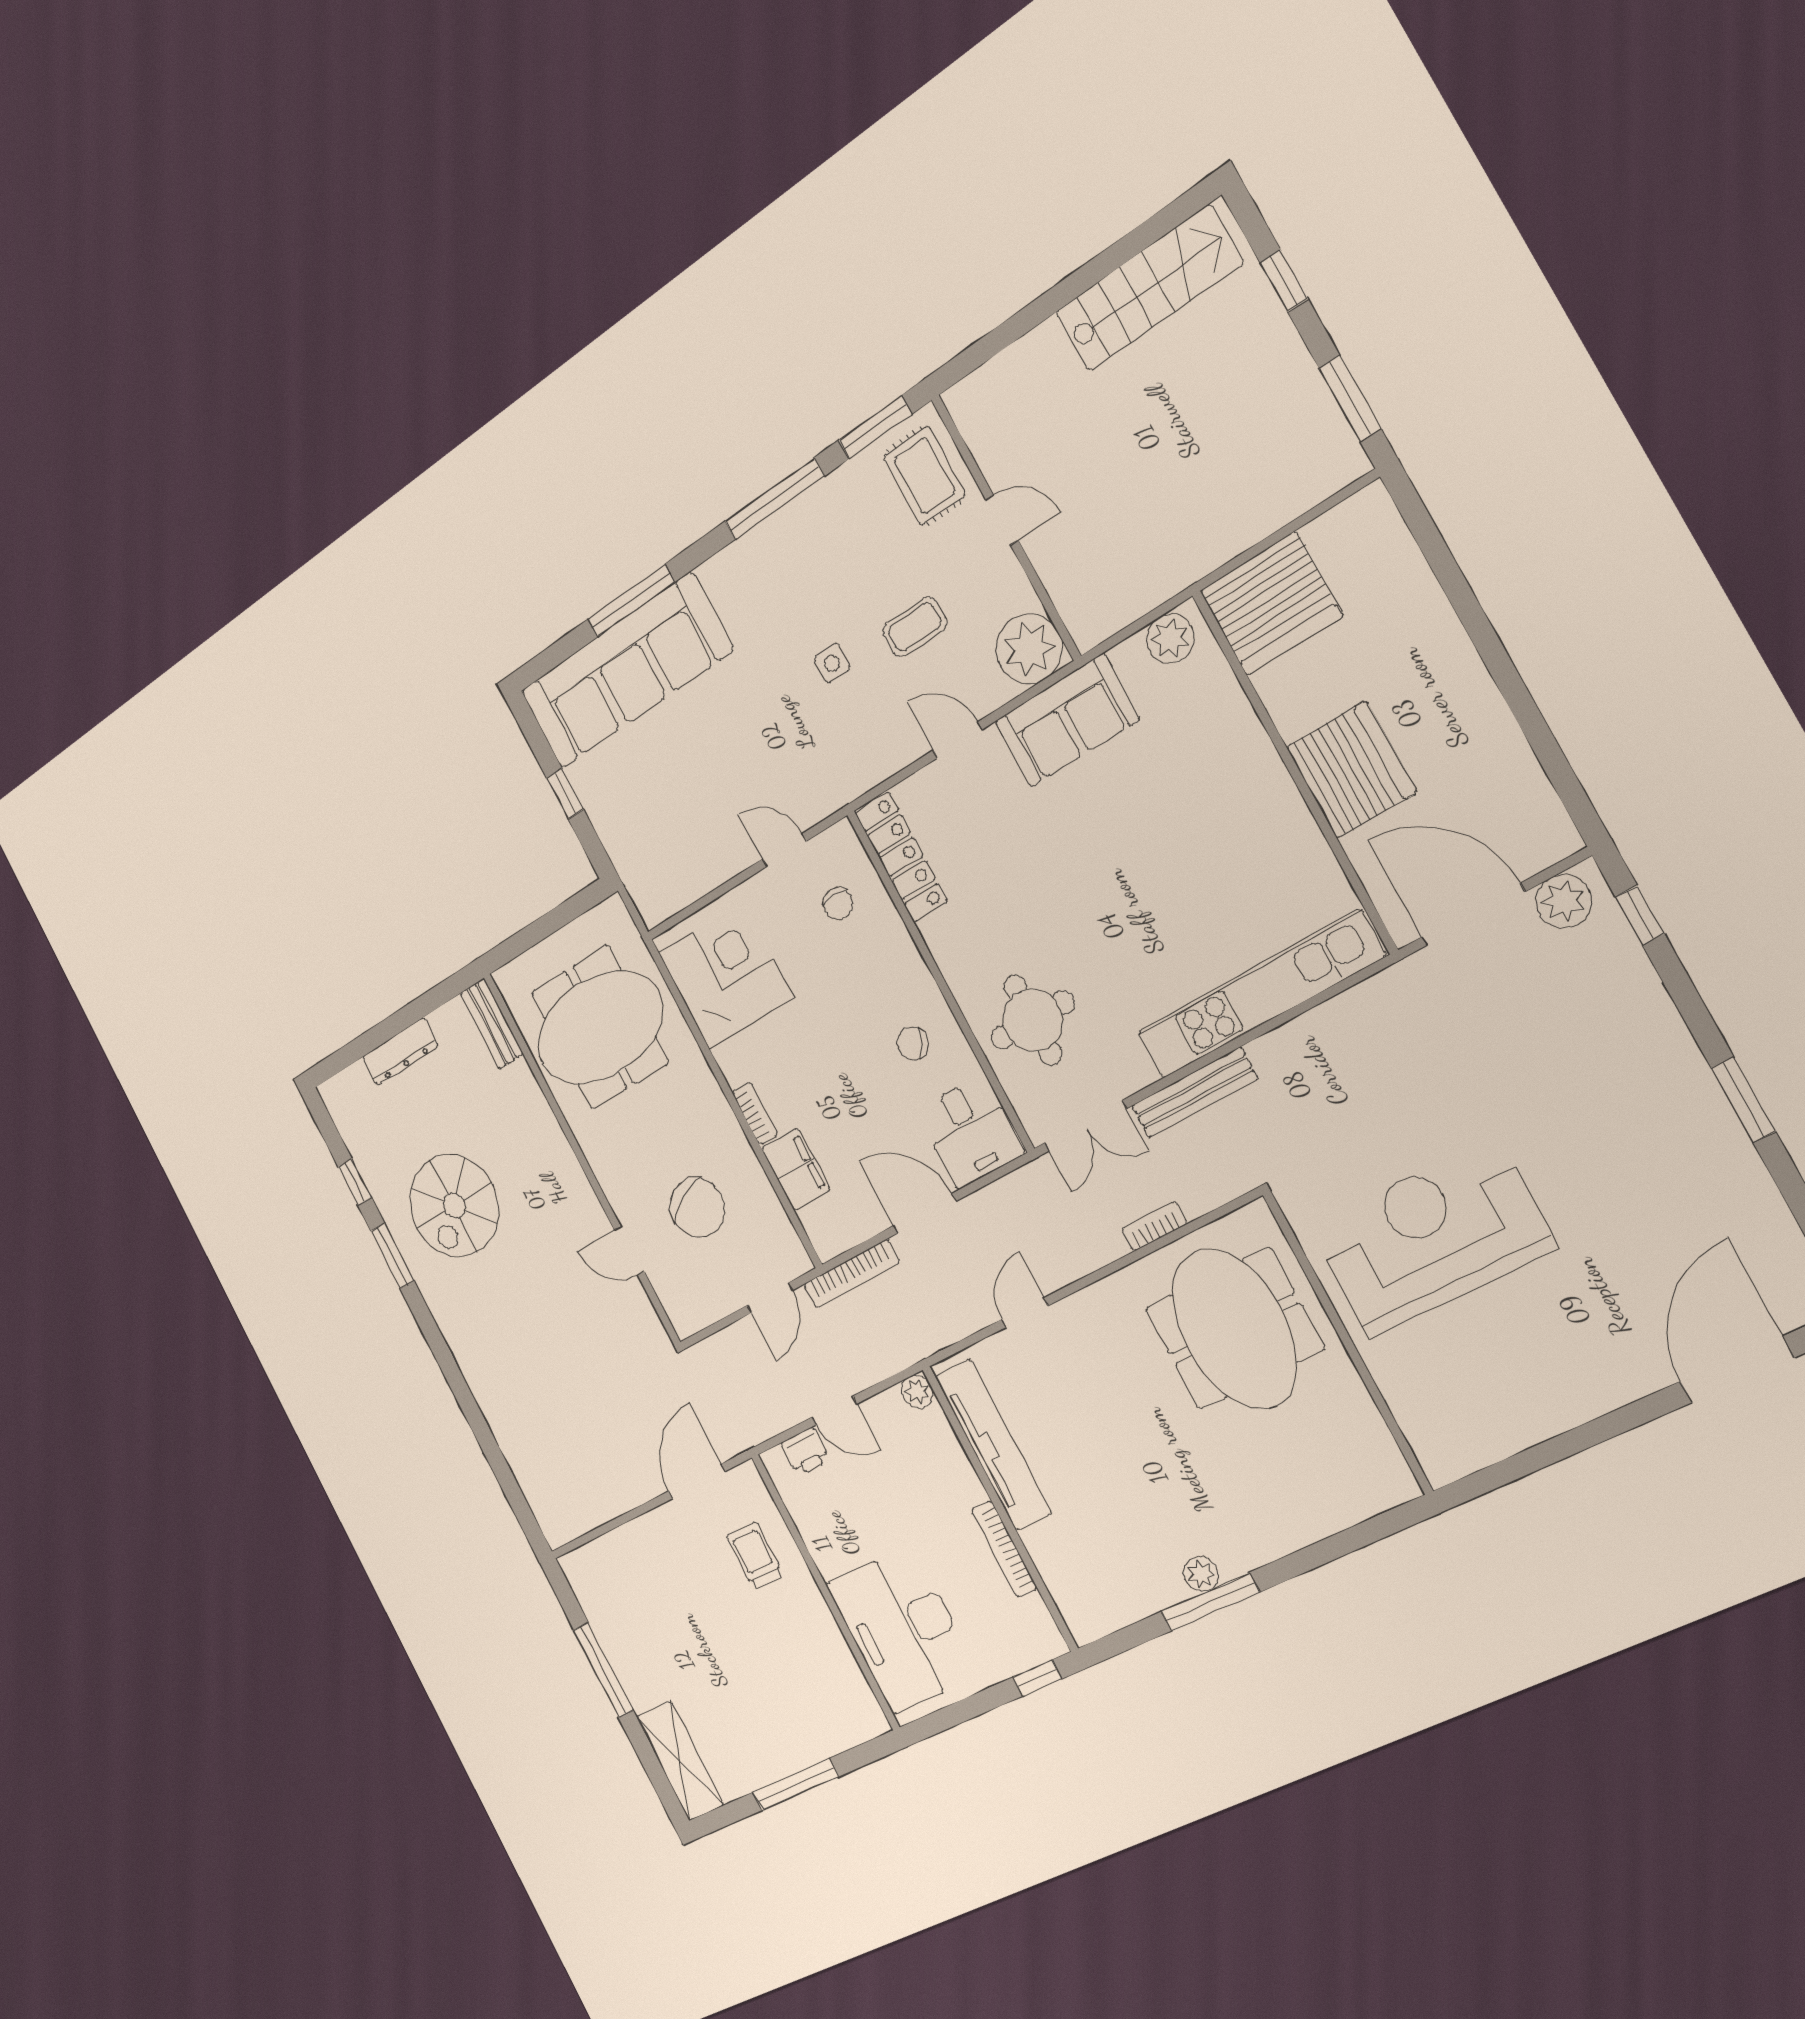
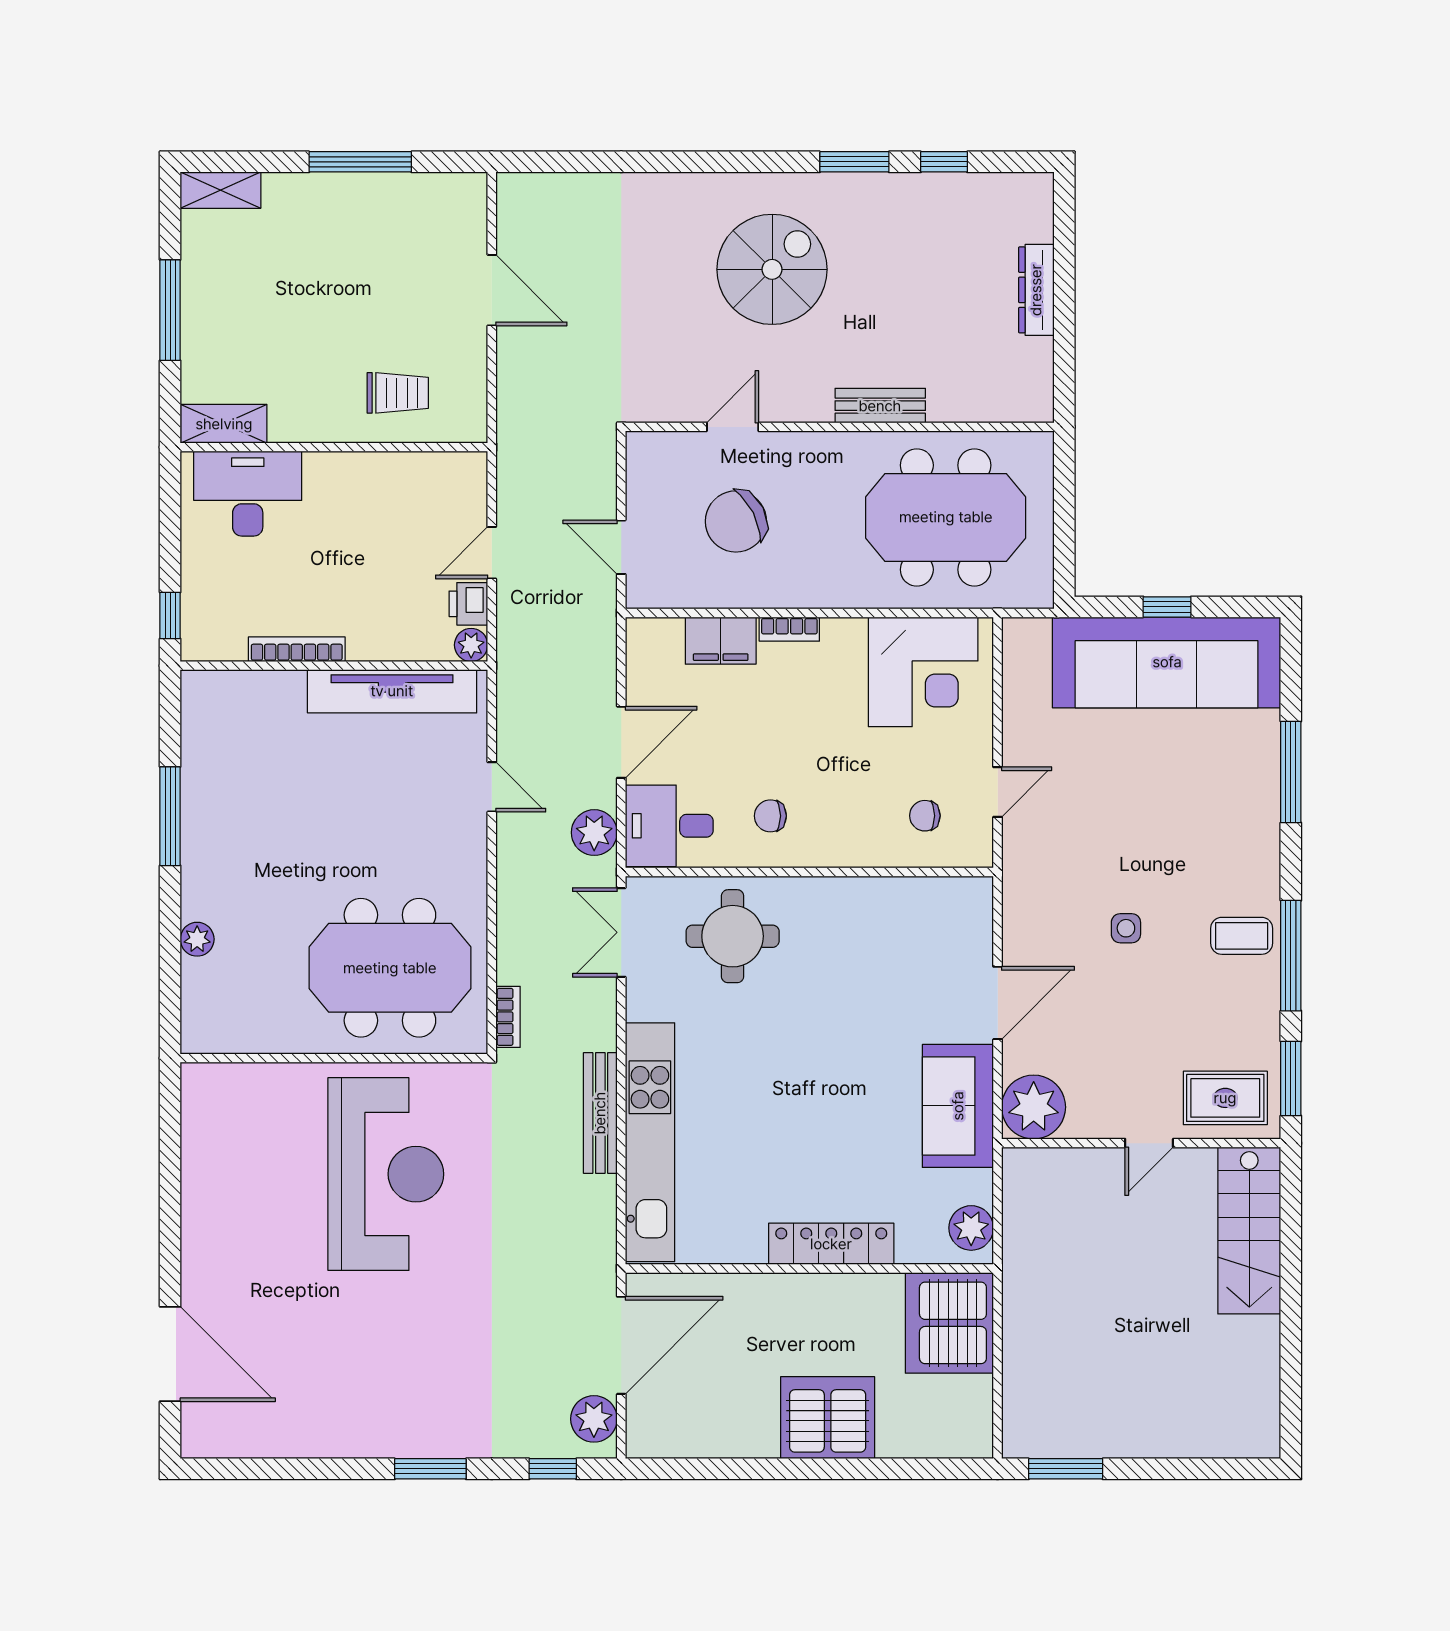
window: (1284, 281) -> (1185, 1469), removed
stairs: (1149, 288) -> (1249, 1230), moved
coffee table: (915, 627) -> (1242, 936), moved, turned 90
sofa: (626, 671) -> (1167, 662), moved, turned -90
door: (957, 740) -> (998, 1003), width x1.38
server rack: (1351, 770) -> (828, 1418), moved, turned 180
locker: (901, 857) -> (831, 1244), moved, turned 180
bench: (492, 1024) -> (880, 406), moved
meeting table: (600, 1027) -> (946, 517), turned 90
chair: (913, 1044) -> (770, 816), turned -117
bench: (1194, 1092) -> (600, 1113), moved
window: (1743, 1100) -> (430, 1469), moved
plant: (1013, 1198) -> (594, 833), added
spiral stairs: (454, 1206) -> (772, 269), moved, turned 90
bookcase: (1154, 1226) -> (508, 1017), moved
bookcase: (851, 1274) -> (604, 641), removed
printer: (805, 1452) -> (468, 604), moved
door: (697, 1481) -> (492, 290), moved
plant: (1201, 1574) -> (197, 939), moved
desk: (903, 1629) -> (248, 494), width x0.73, depth x0.77
shelving: (858, 1698) -> (224, 424), added
shelving: (680, 1761) -> (221, 190), width x0.67, depth x0.75

